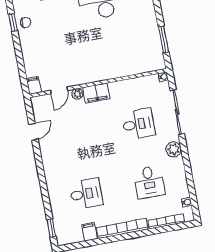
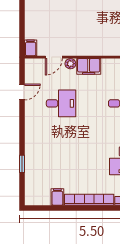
desk: (86, 194) -> (61, 103), moved
window: (51, 228) -> (22, 164), moved

